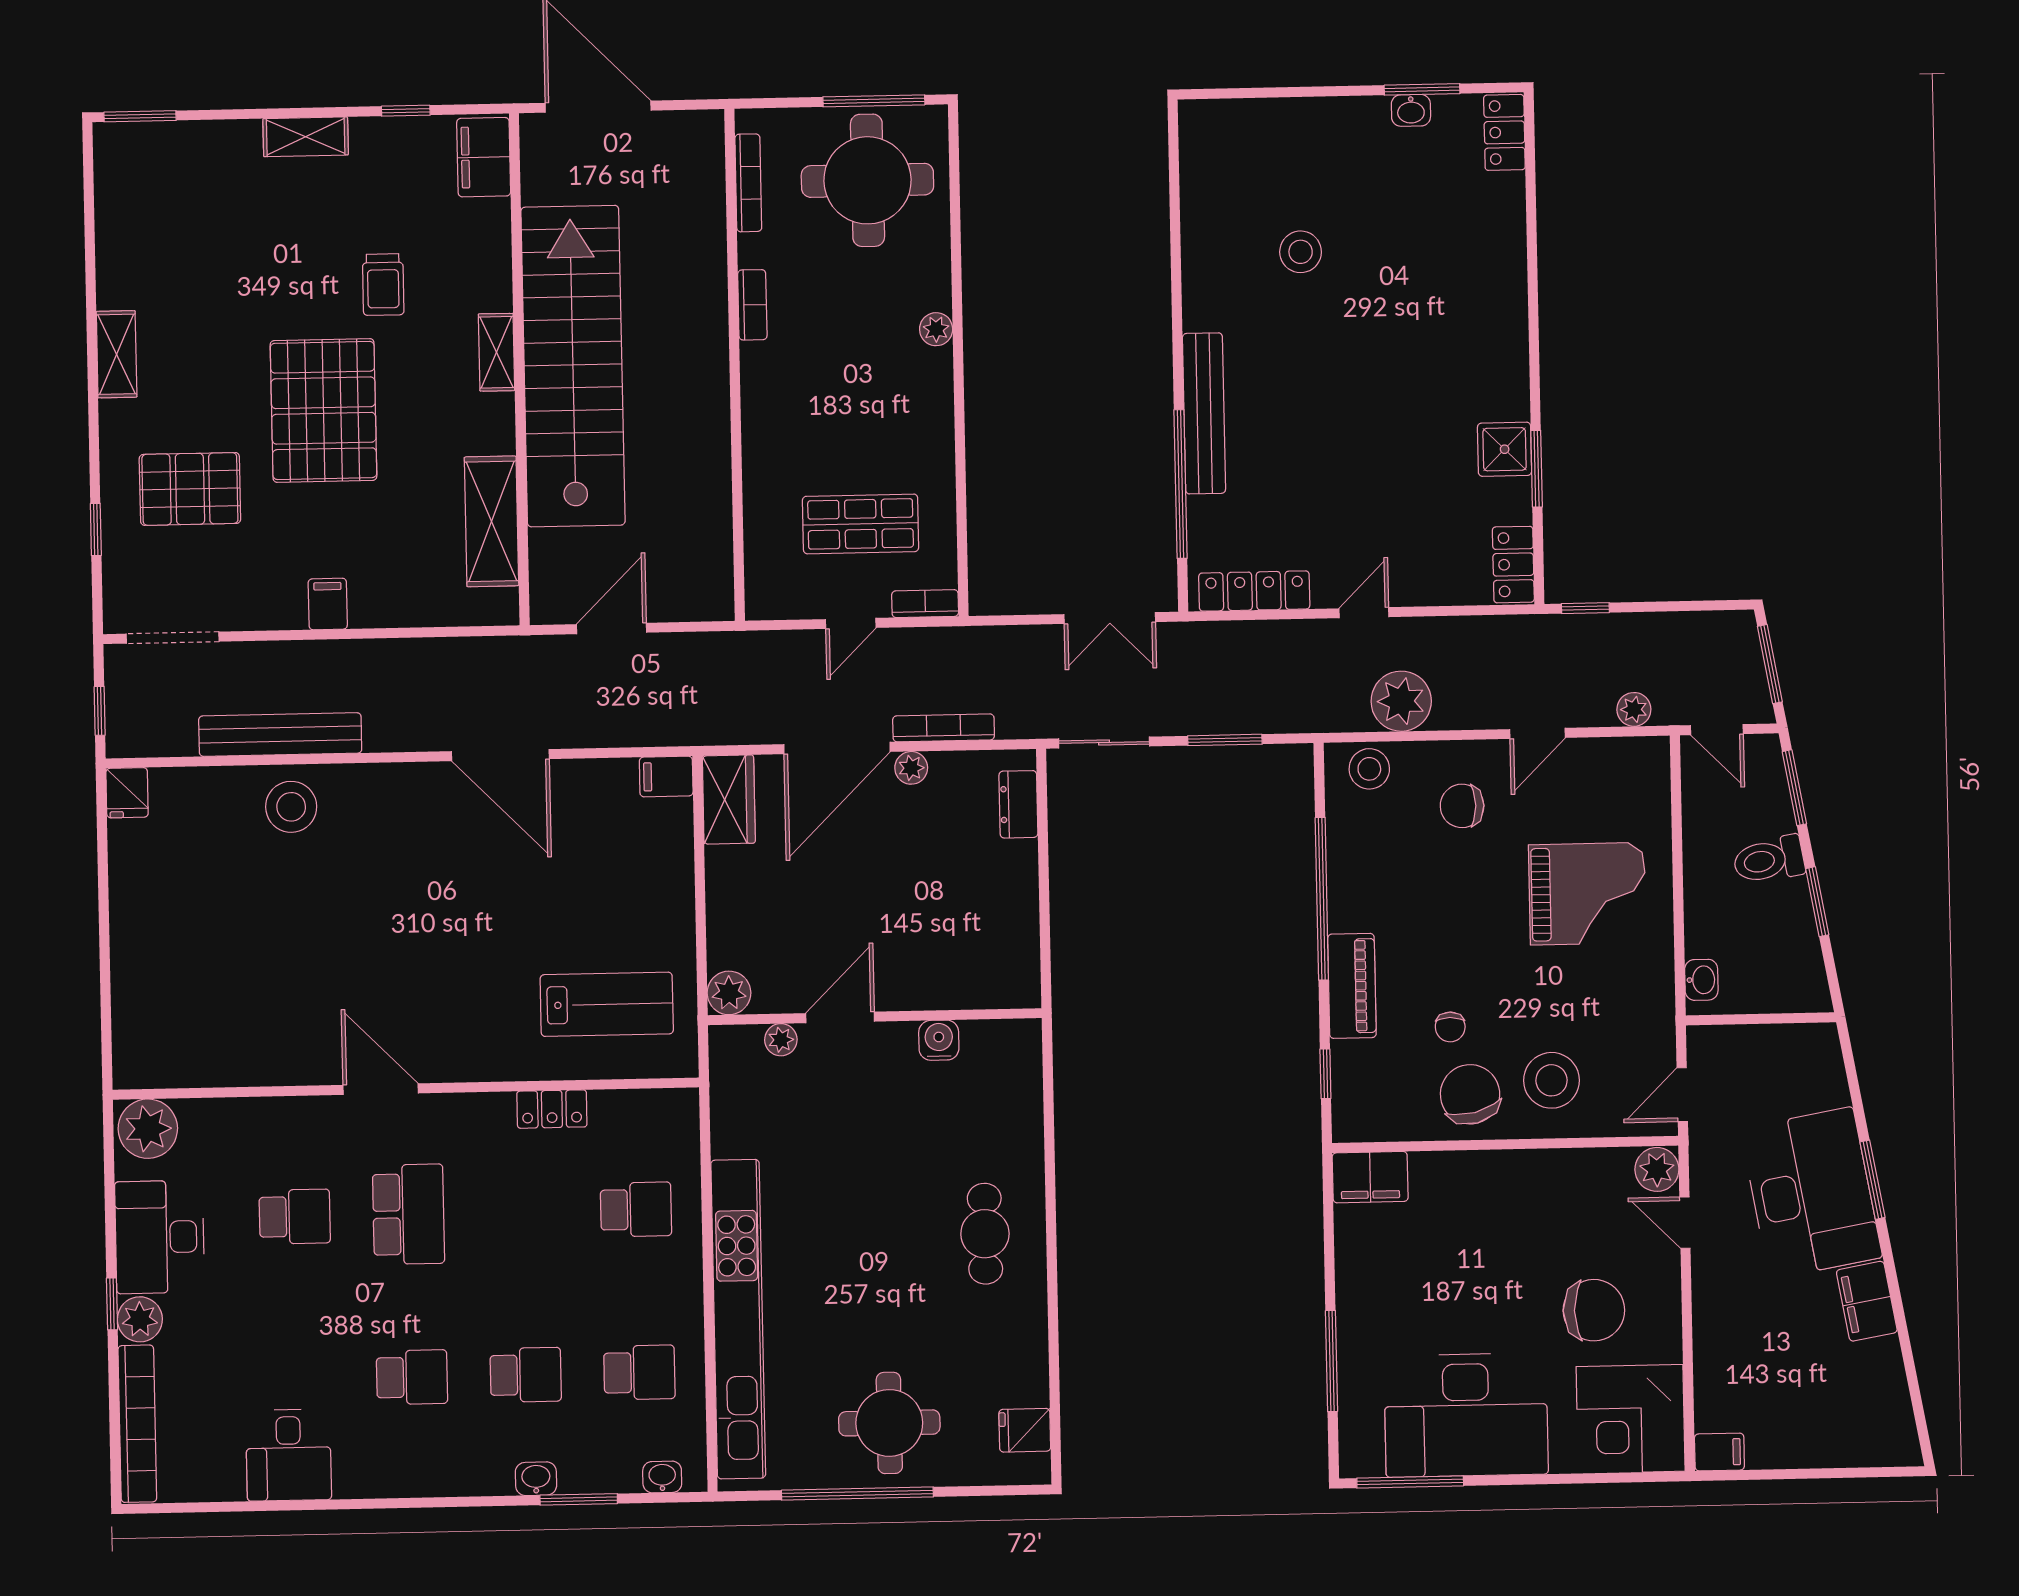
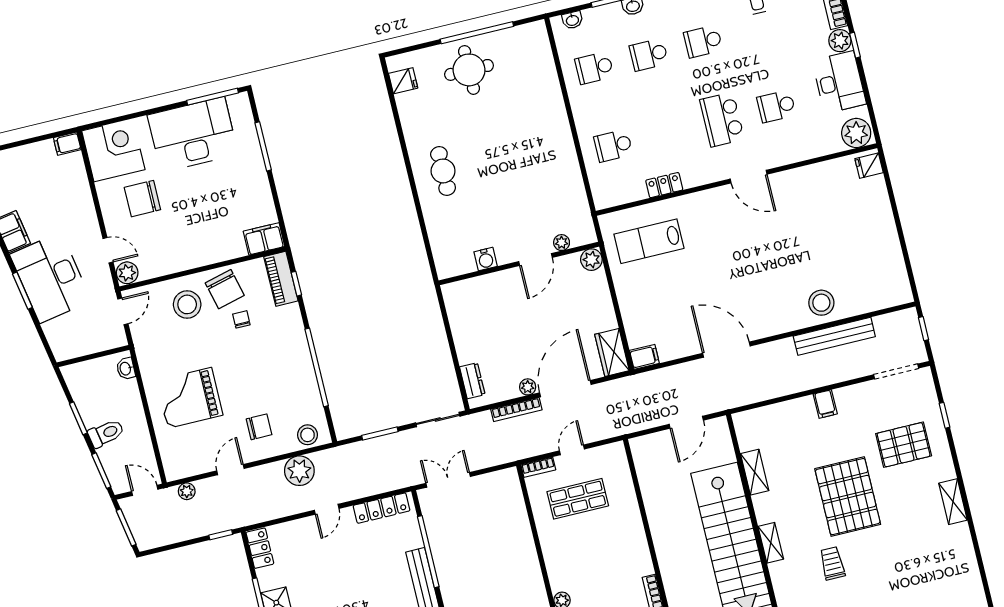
shelving: (491, 521) -> (755, 472), width x0.67, depth x0.75
fridge: (127, 793) -> (869, 166), moved, turned -90
piano: (1352, 986) -> (281, 279), moved
kitchen unit: (738, 1319) -> (553, 104), removed

